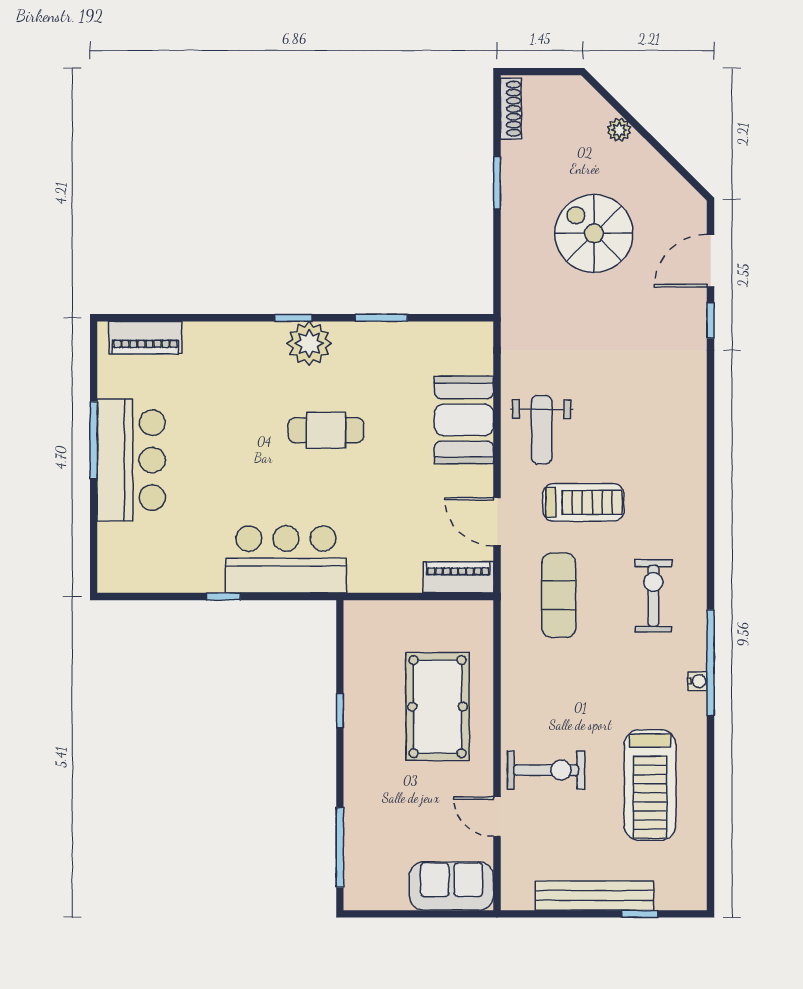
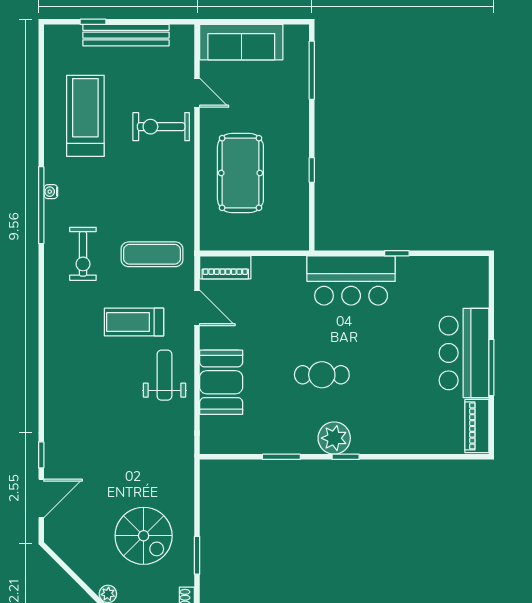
spiral stairs: (594, 233) -> (144, 536), moved
piano: (145, 338) -> (477, 426), moved, turned -90
exercise mat: (559, 595) -> (152, 254), turned 90
sofa: (451, 886) -> (241, 42), width x1.36

